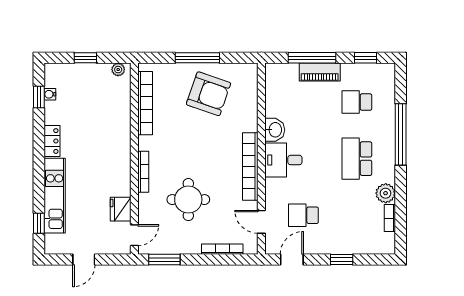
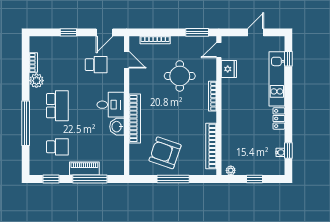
bookcase: (250, 166) -> (135, 118), moved

